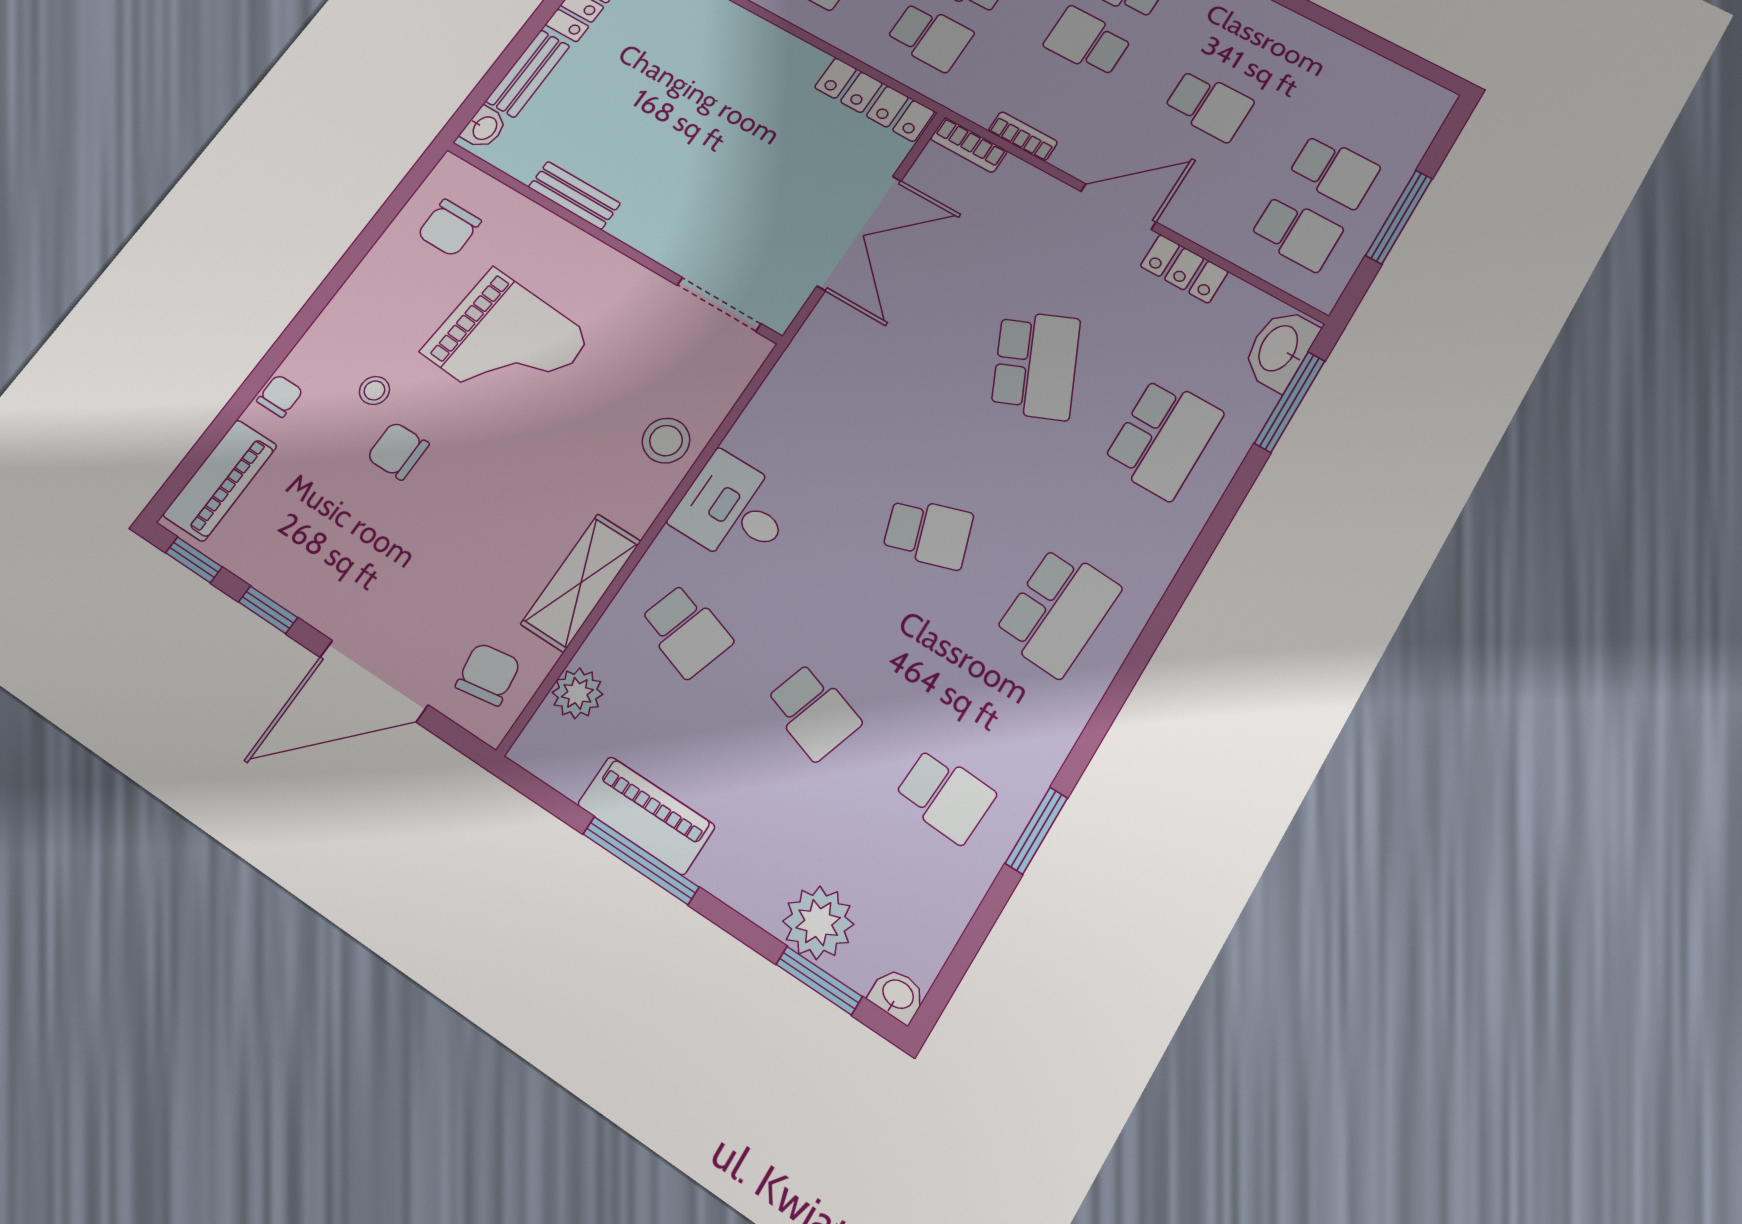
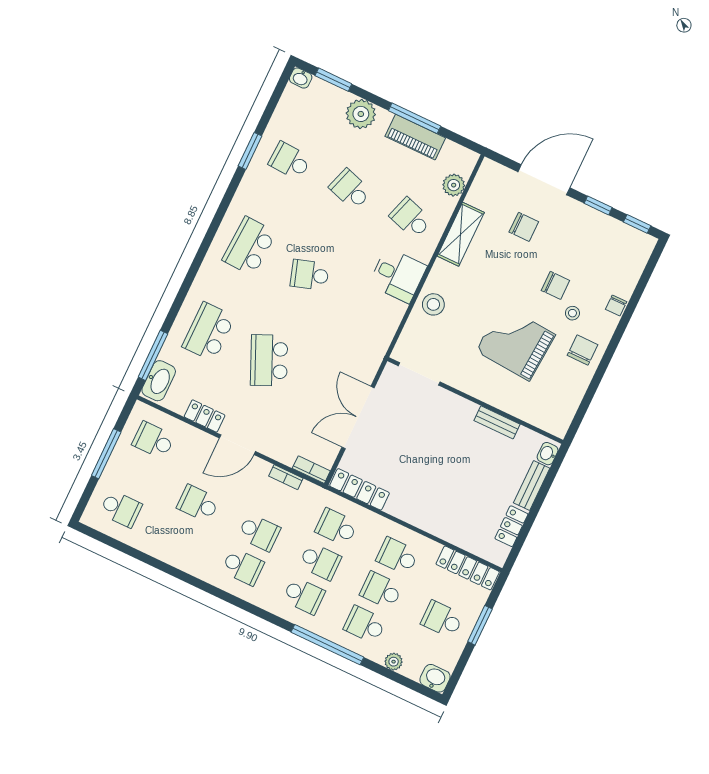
school desk: (1334, 171) -> (121, 509), moved, turned 180
chair: (449, 228) -> (582, 350), moved
piano: (220, 480) -> (634, 262), removed
chair: (488, 674) -> (524, 227), moved, turned -81
plant: (818, 923) -> (361, 114), moved

